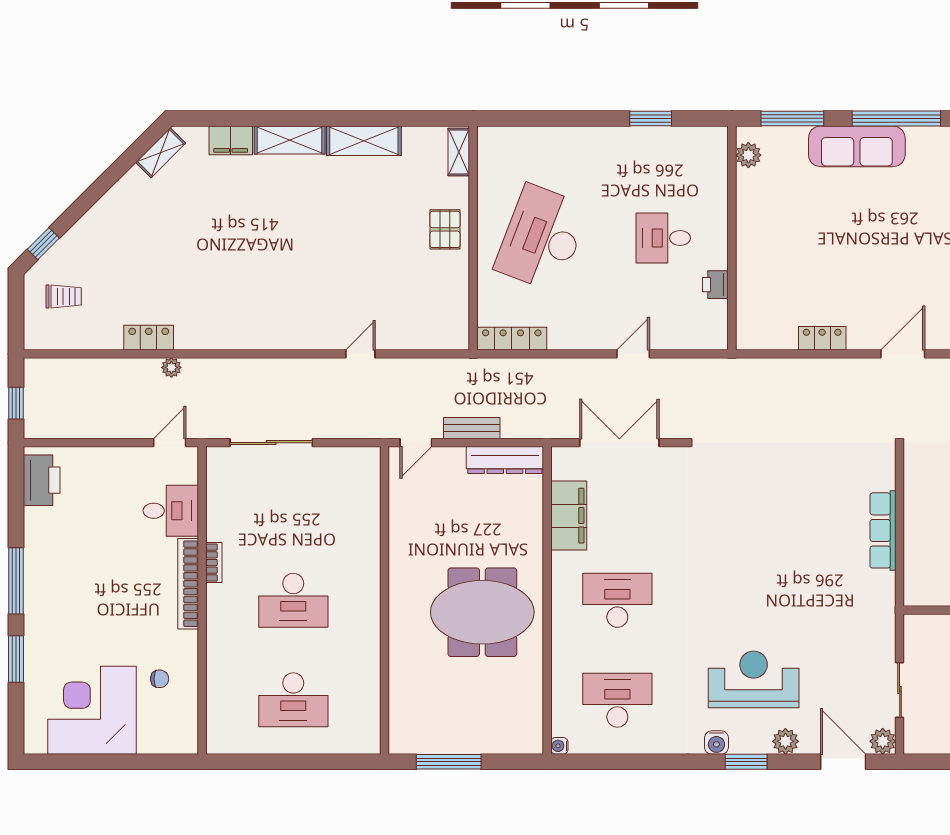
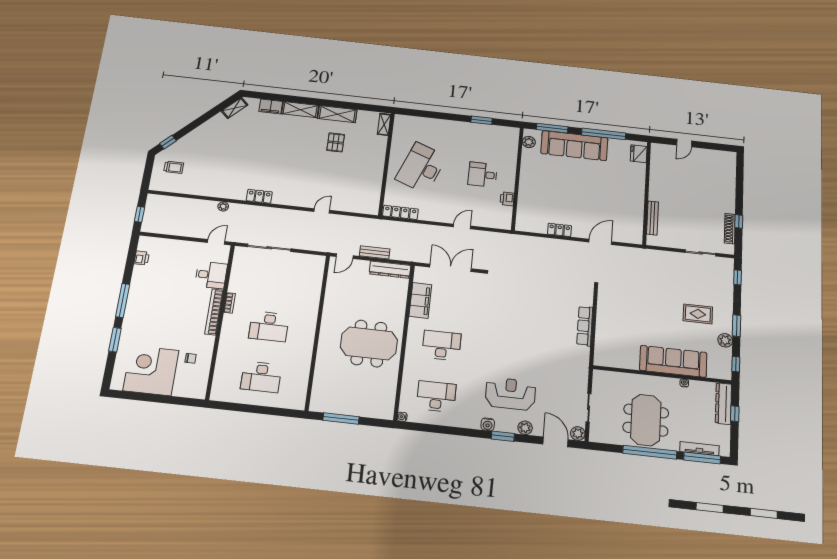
sofa: (857, 146) -> (574, 146), width x1.36, depth x1.27
pallet: (445, 229) -> (336, 142), moved
locker: (149, 338) -> (259, 196), moved
printer: (42, 480) -> (142, 258), width x0.53, depth x0.68

